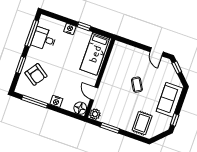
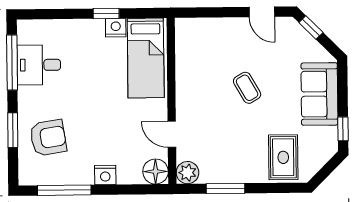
nightstand: (70, 29) -> (116, 28), moved
armchair: (36, 74) -> (48, 138), turned -44

